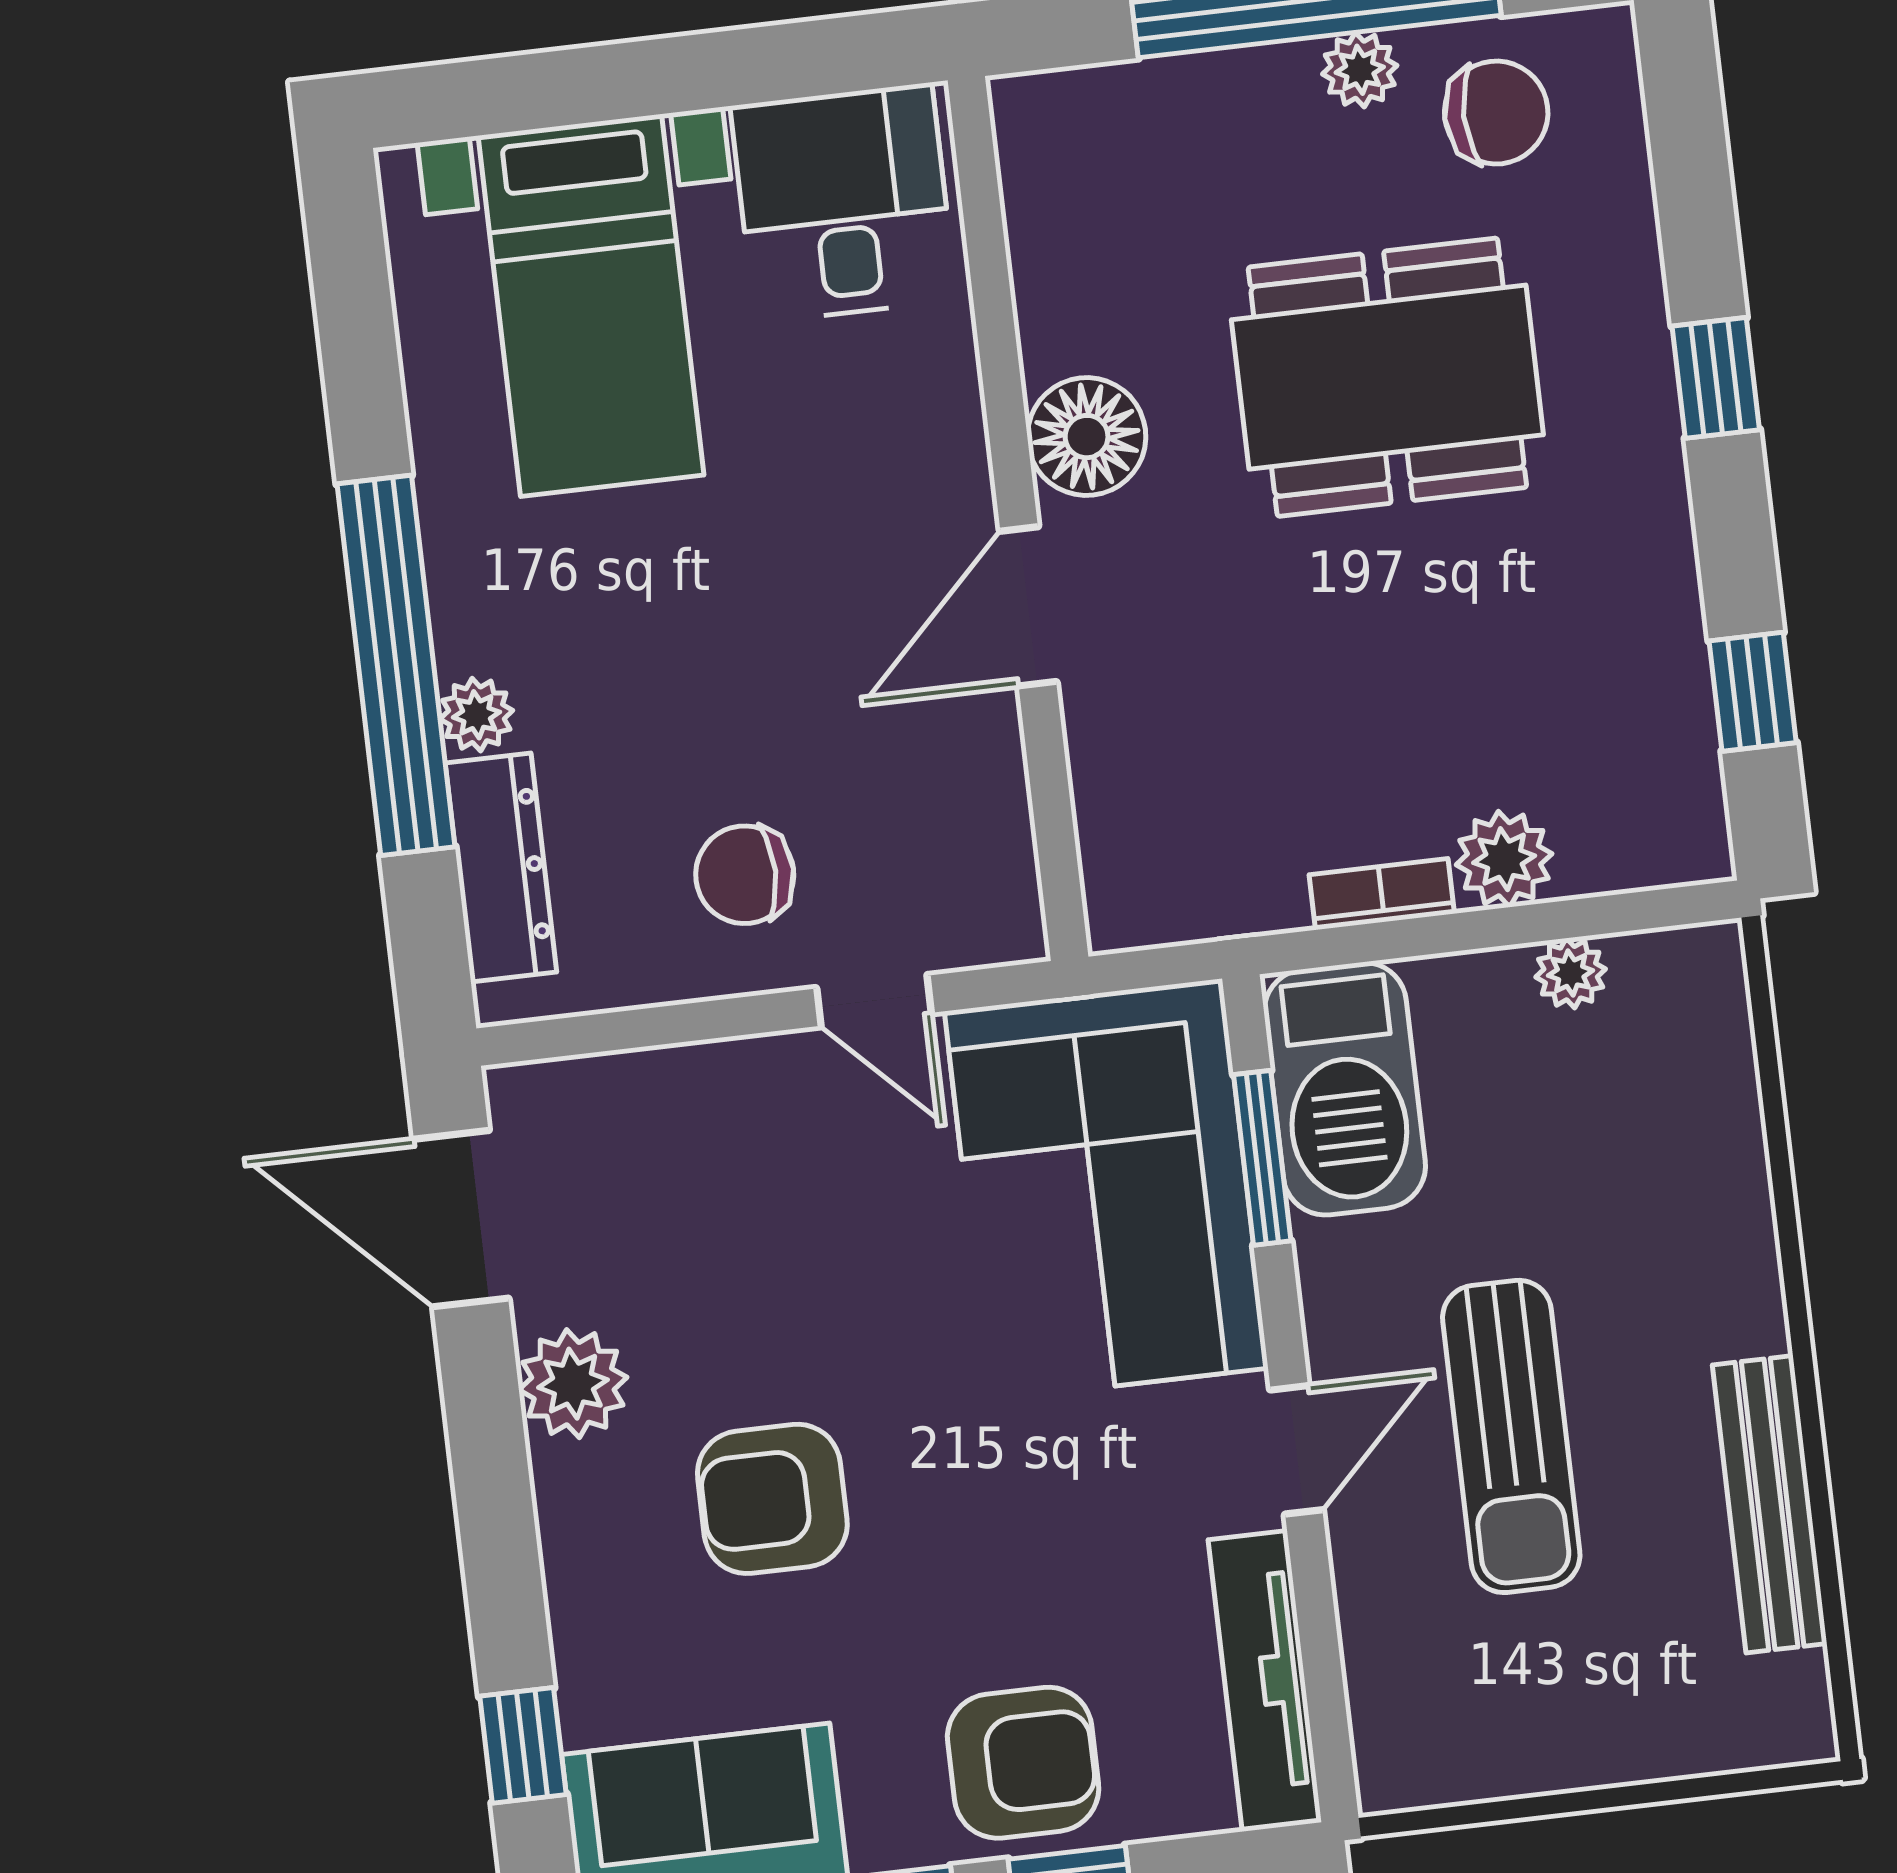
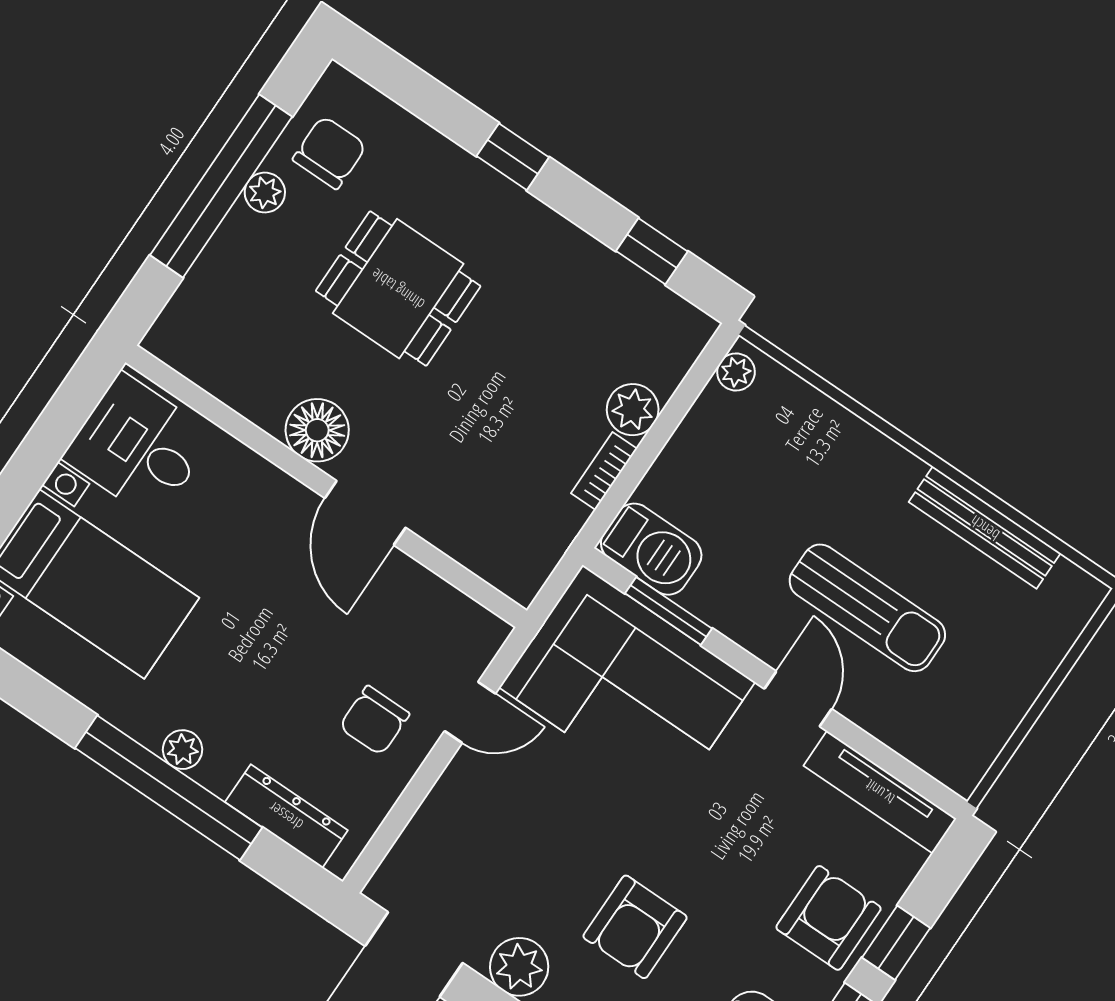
dining table: (1387, 377) -> (398, 289), width x0.73
plant: (476, 715) -> (183, 750), moved
plant: (1571, 973) -> (736, 372), moved
barbecue: (1345, 1089) -> (651, 549), width x0.73, depth x0.83

